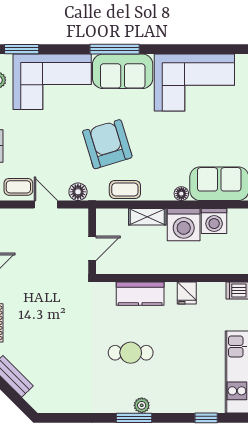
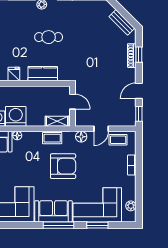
window: (22, 49) -> (97, 225), moved
armchair: (107, 144) -> (63, 166), turned -73
door: (46, 205) -> (101, 129), hinge flipped
shelving: (147, 217) -> (57, 121), moved
door: (92, 248) -> (72, 102), swing flipped

